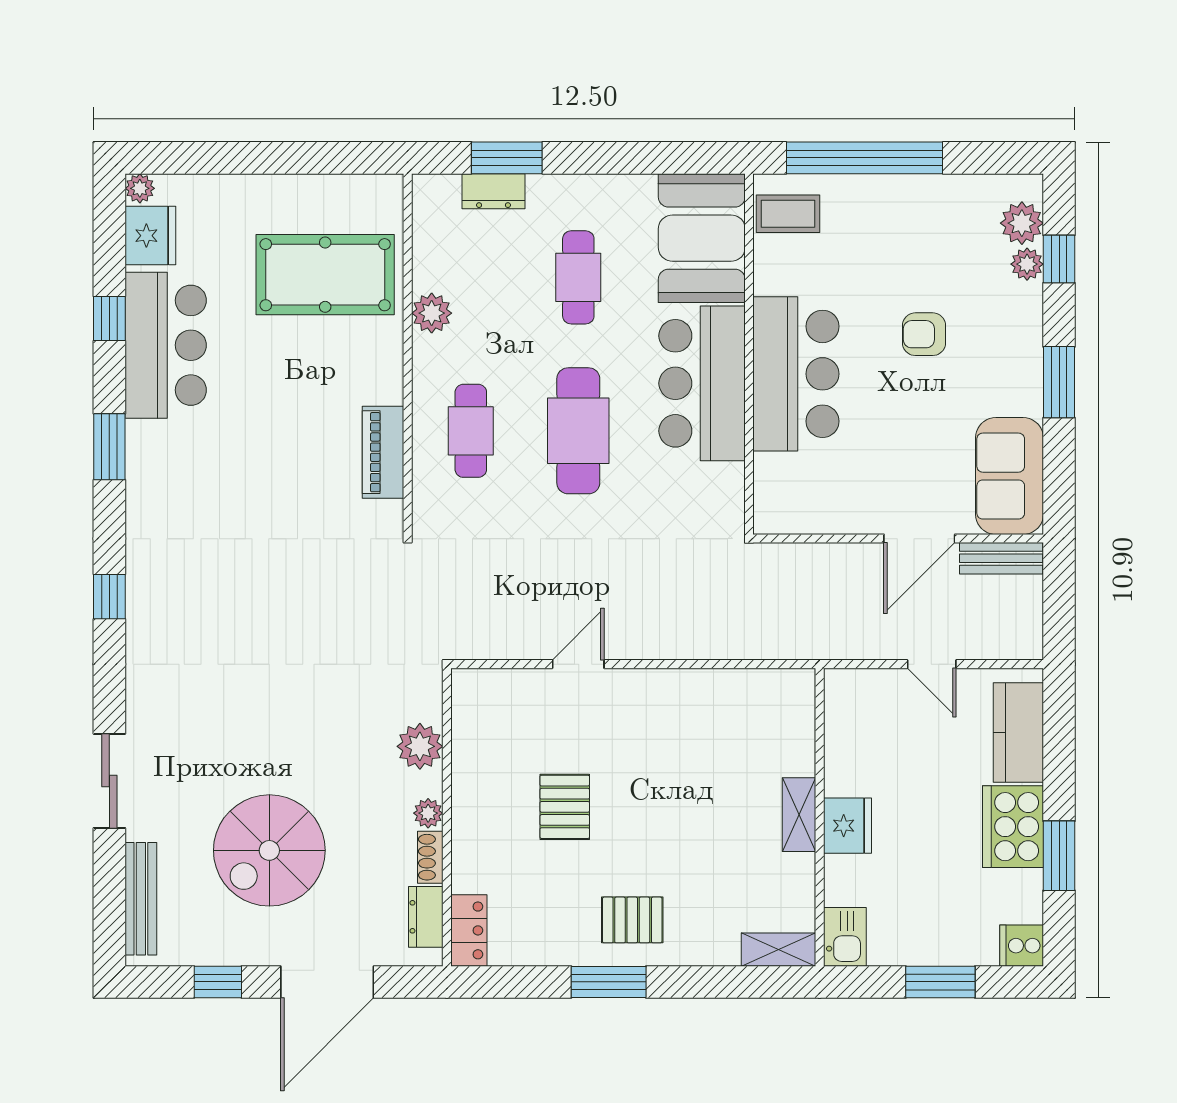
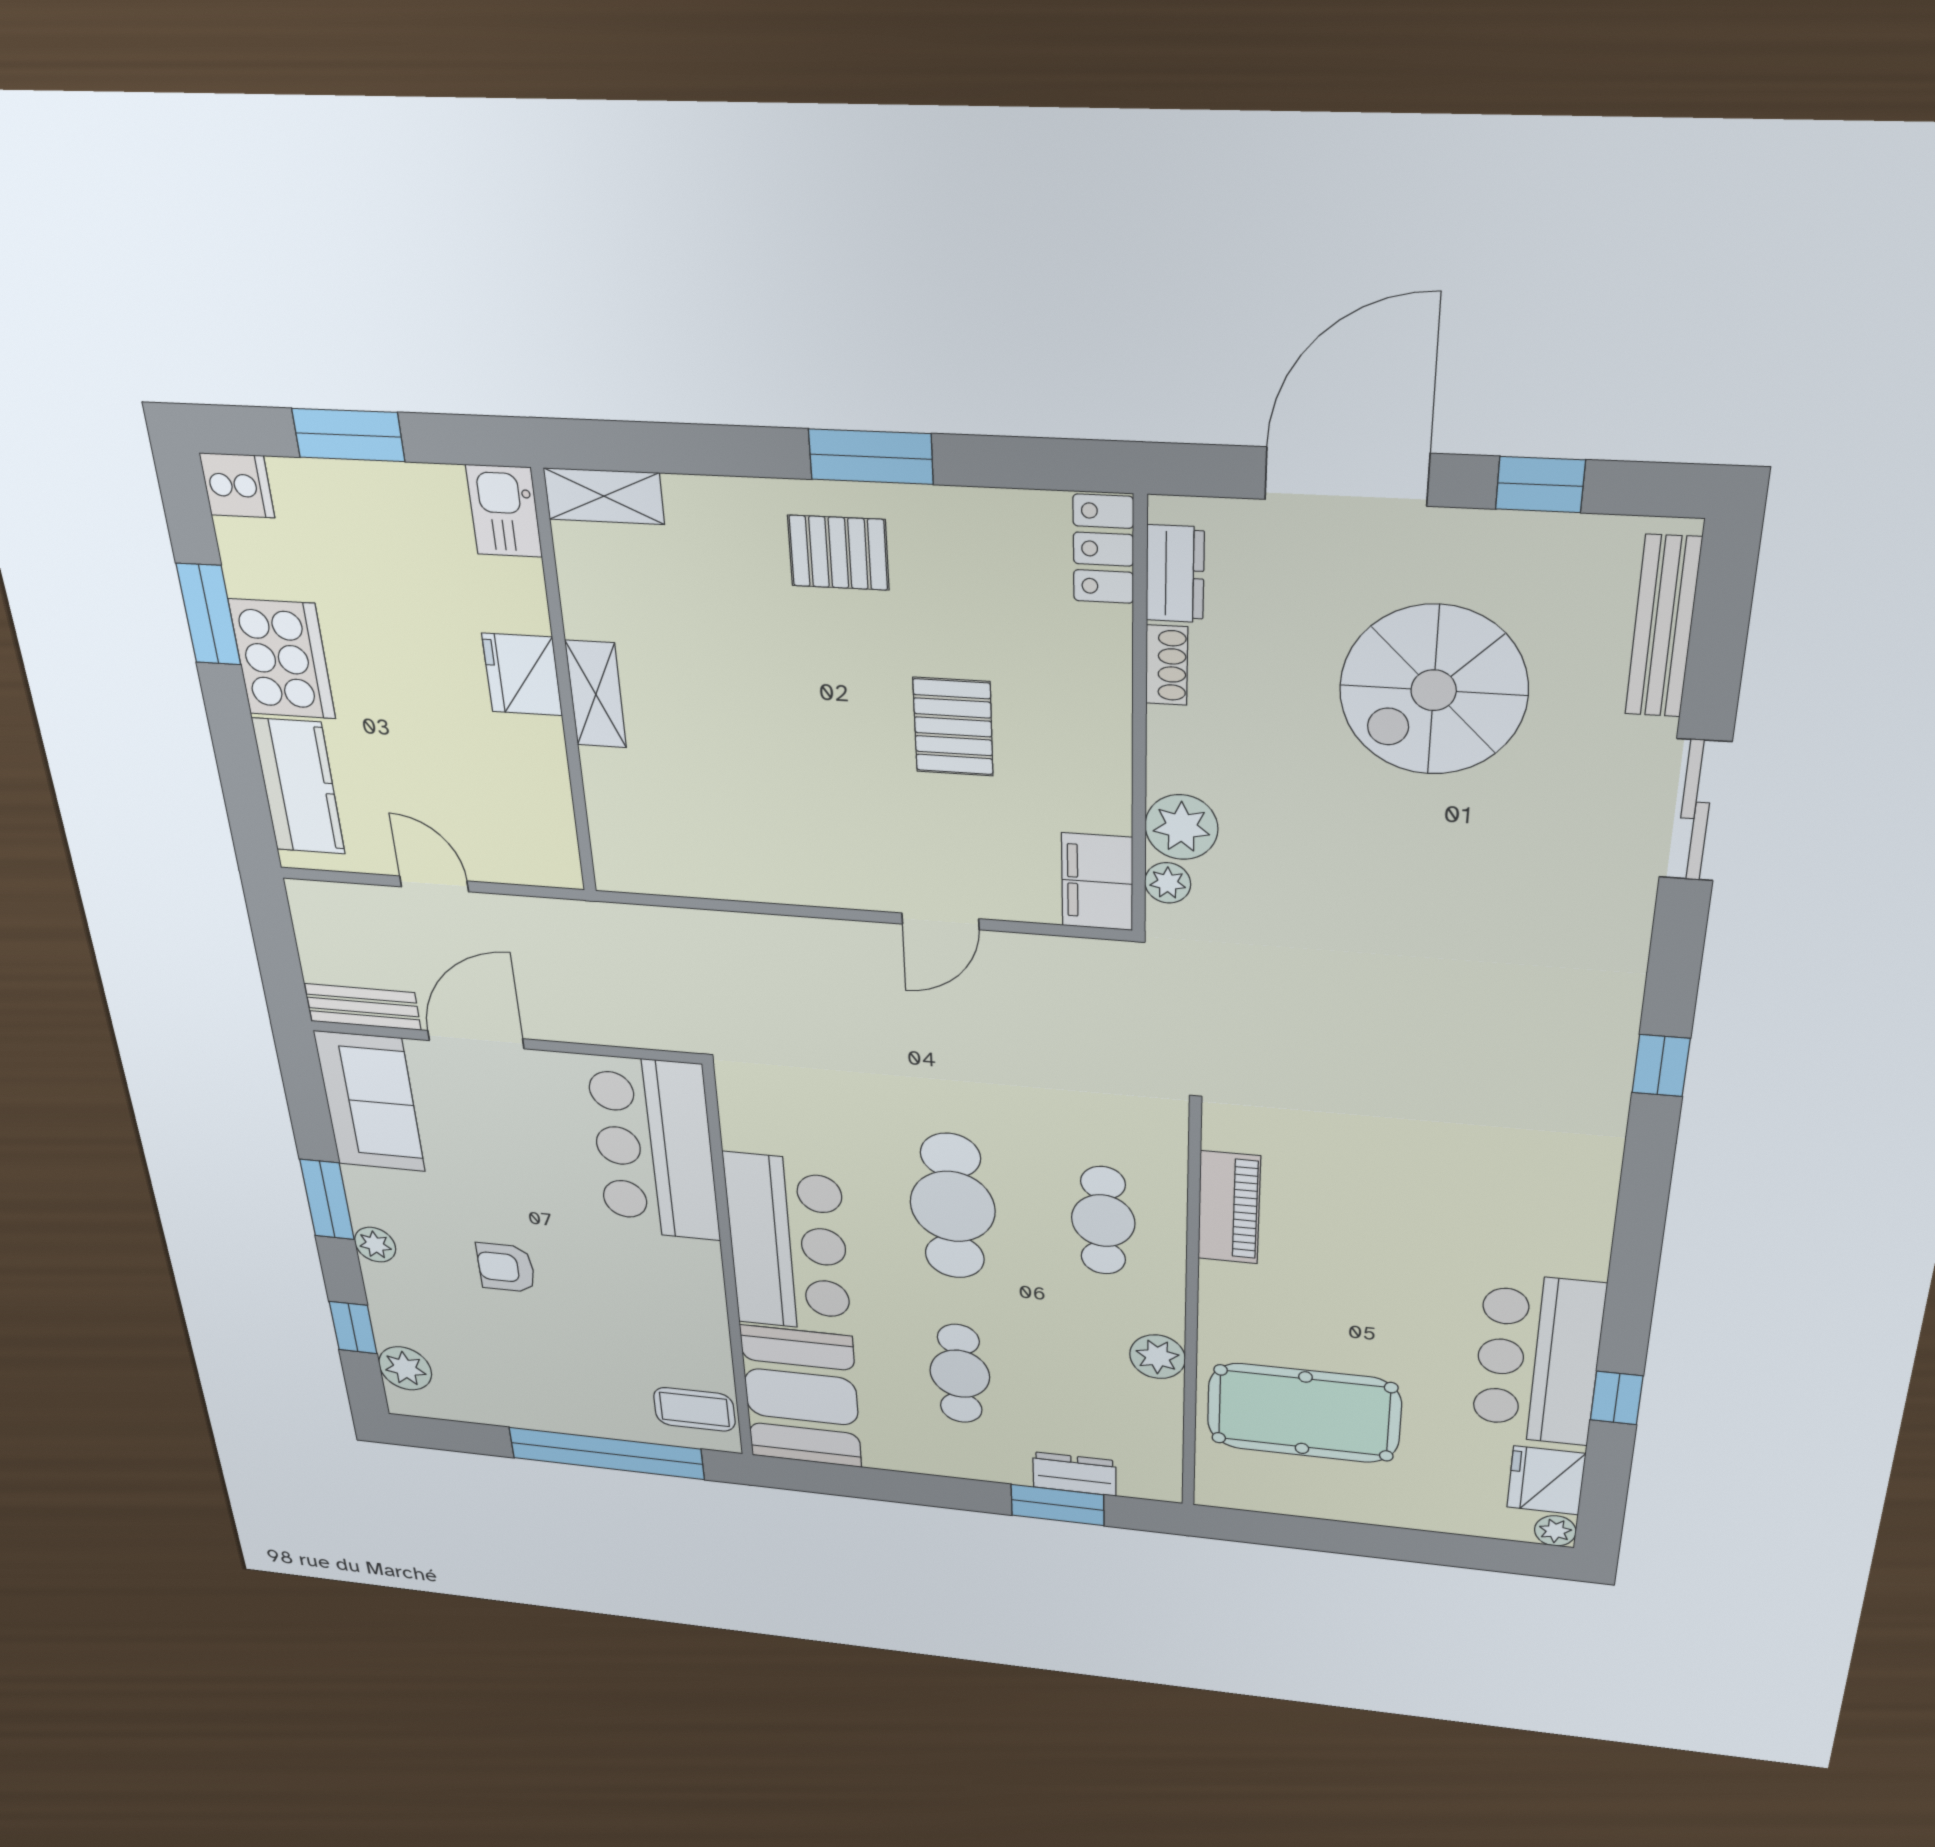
plant: (1027, 264) -> (375, 1245), moved
armchair: (924, 334) -> (506, 1268), turned 180
bar counter: (796, 374) -> (654, 1149), moved
window: (109, 447) -> (1636, 1252), removed
filing cabinet: (474, 702) -> (1097, 882), added
plant: (428, 813) -> (1168, 883), moved
spiral stairs: (269, 850) -> (1434, 690), turned 180

